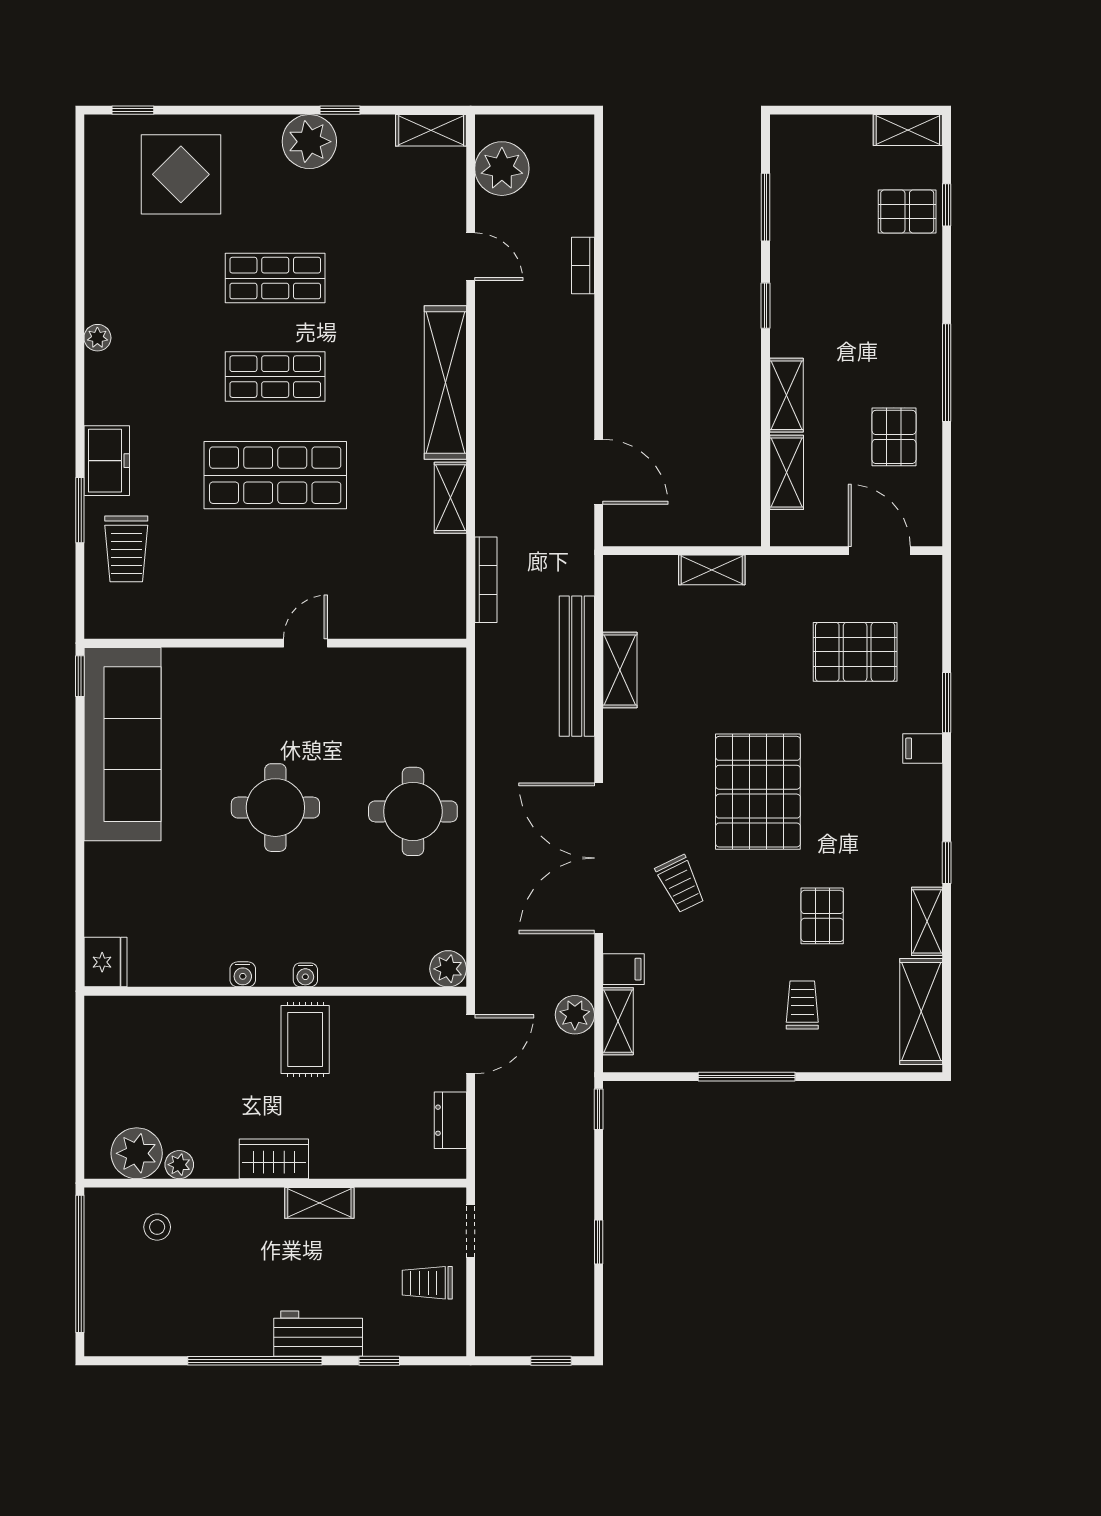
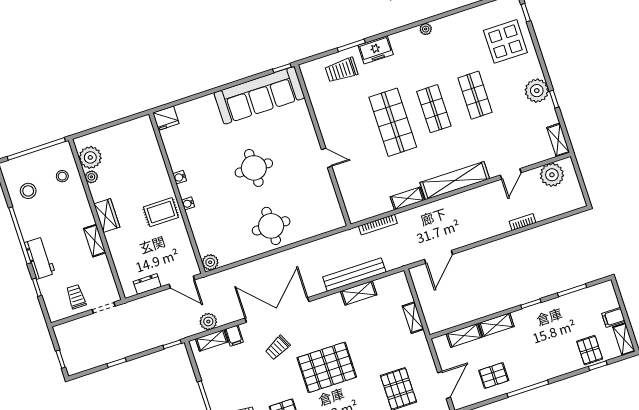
filing cabinet: (854, 137) -> (613, 317), added
stool: (165, 1311) -> (28, 191), added

